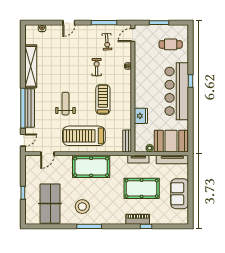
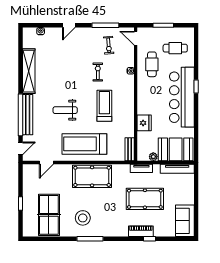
door: (133, 35) -> (136, 38), hinge flipped
cafe table: (148, 60) -> (152, 64), added
weight bench: (65, 104) -> (65, 110), turned -90
sofa: (180, 194) -> (185, 221), moved

